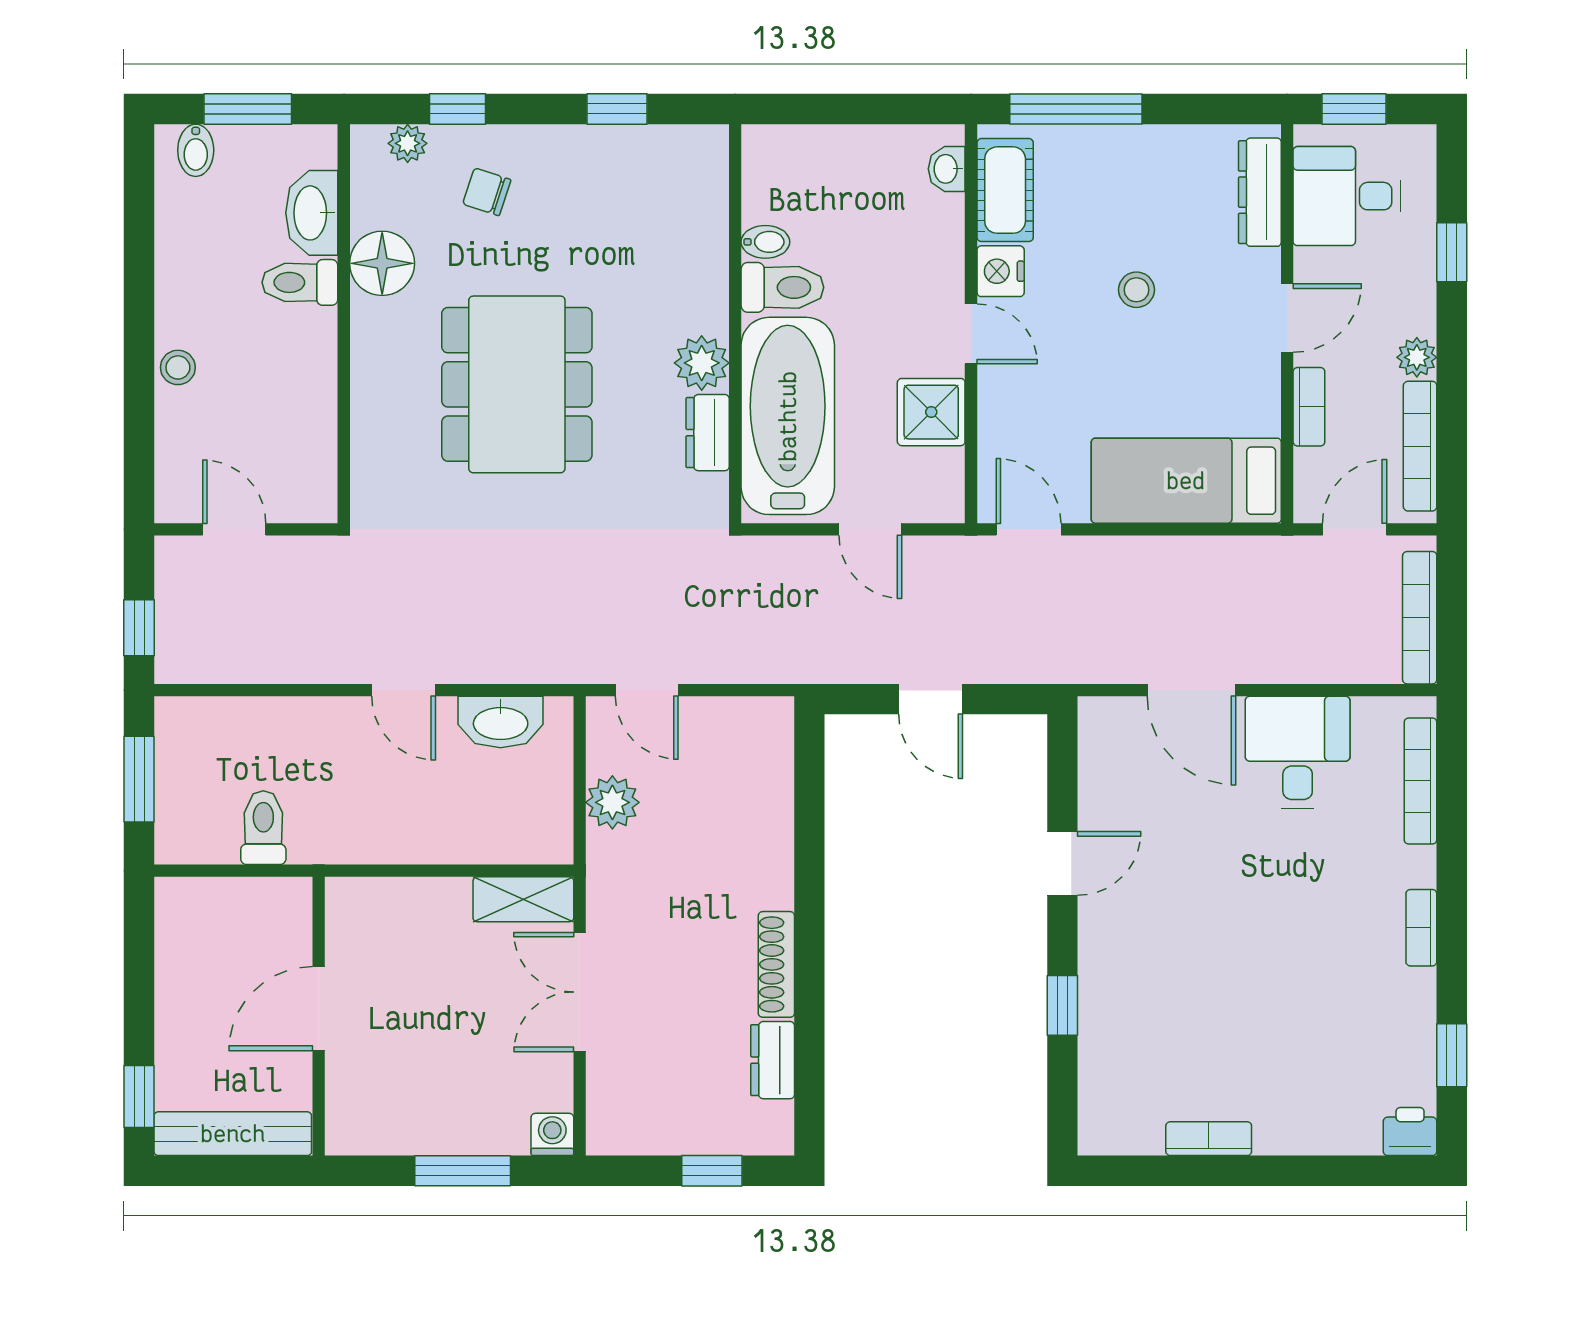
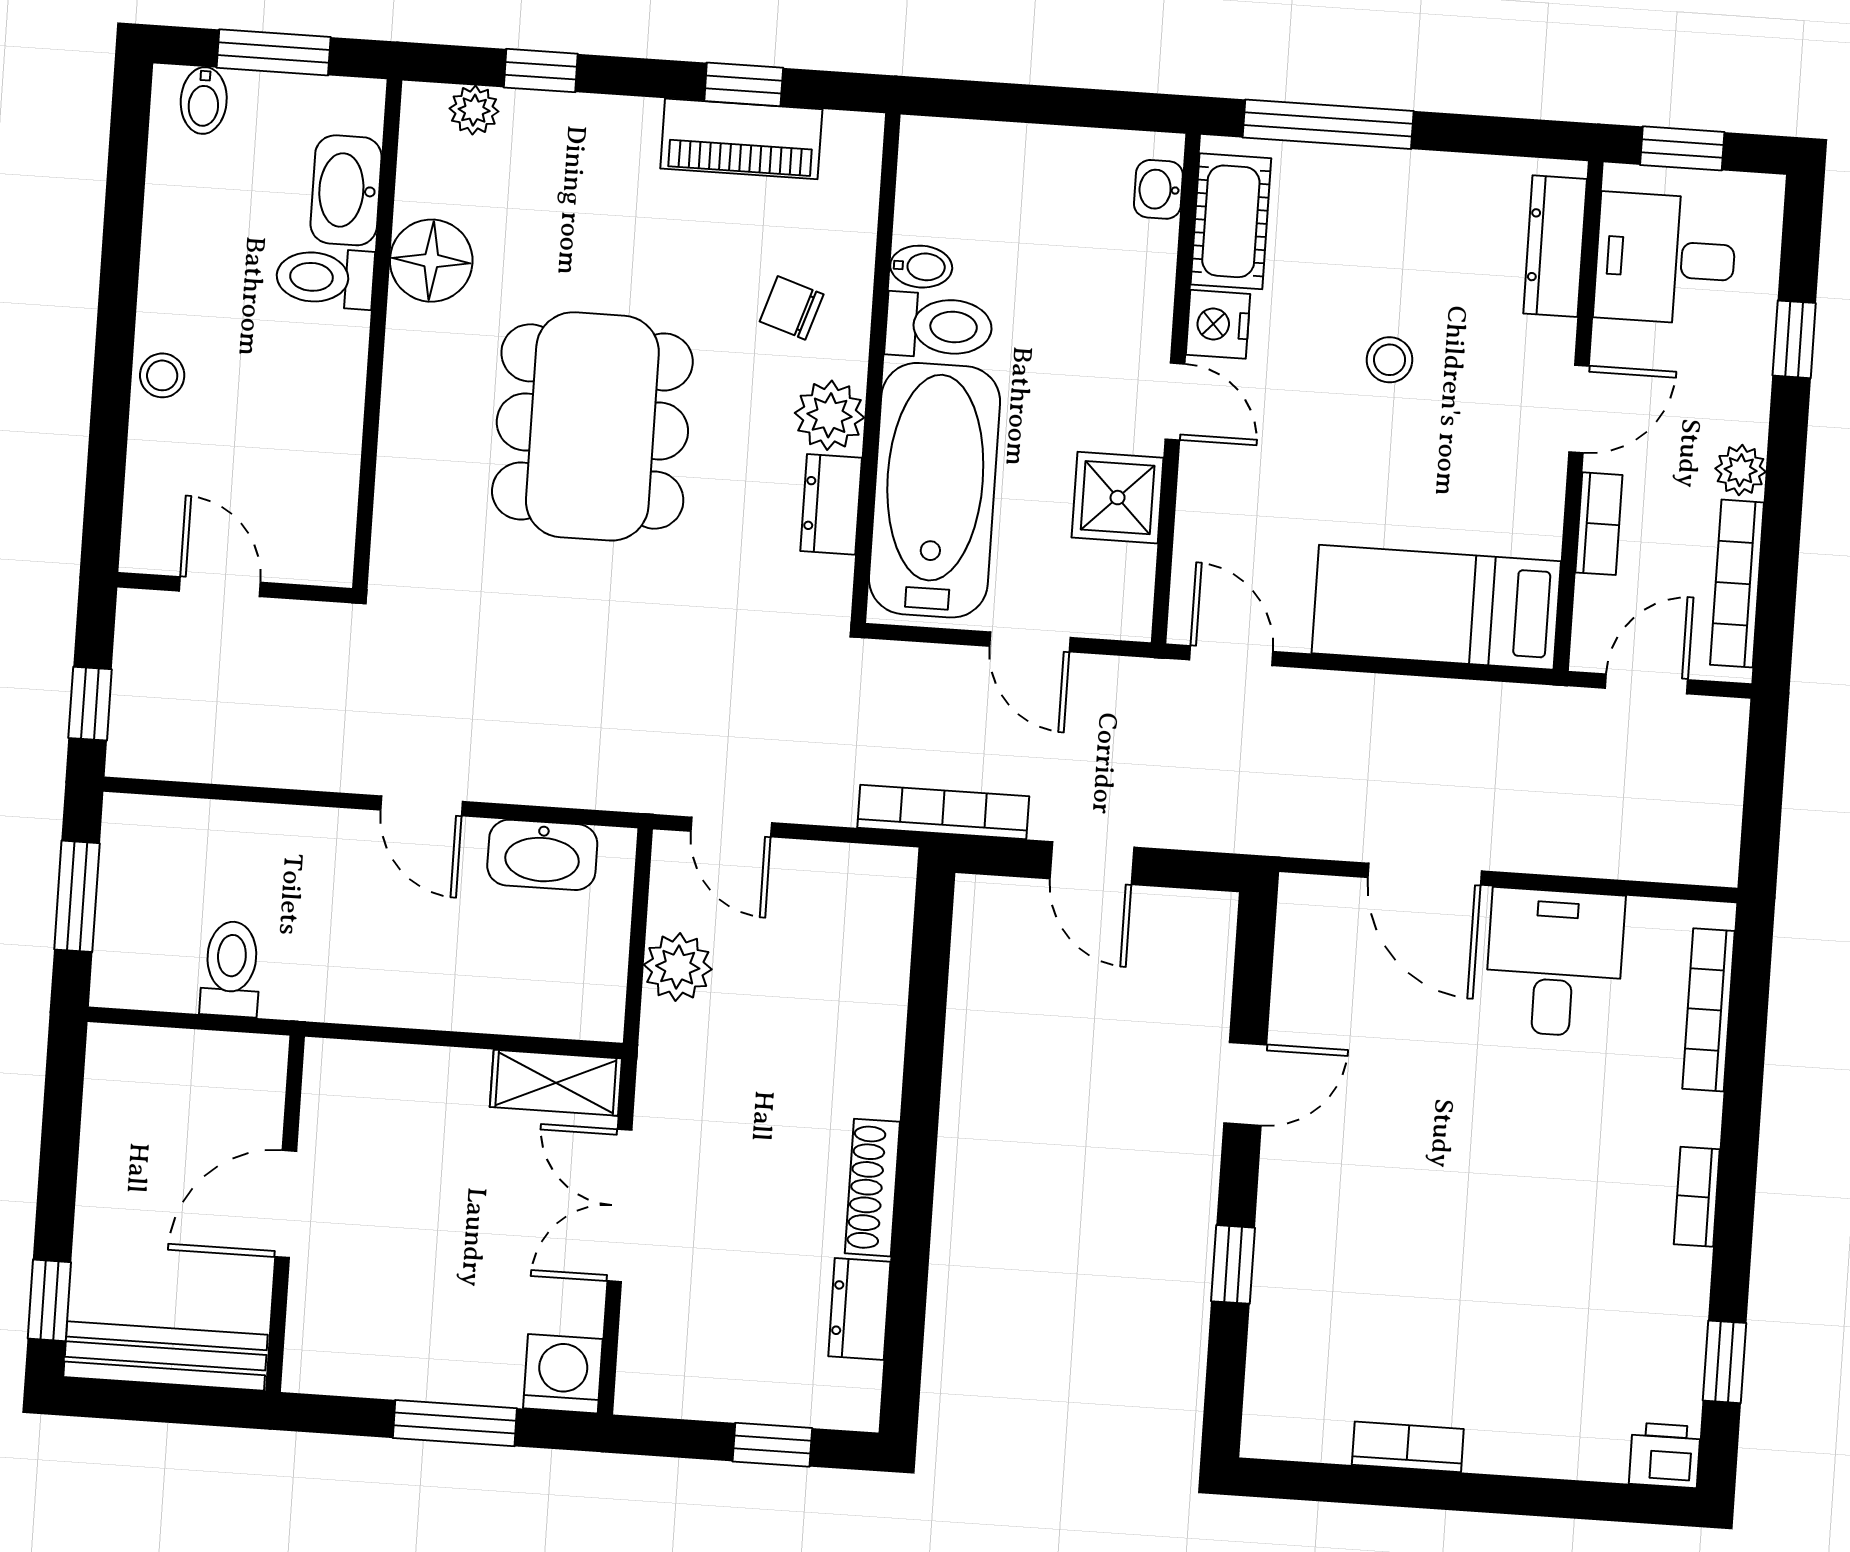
piano: (618, 152) -> (741, 139), added
chair: (487, 192) -> (792, 308), moved
bookcase: (1420, 618) -> (943, 812), moved, turned 90
washing machine: (552, 1134) -> (563, 1374), width x1.38, depth x1.38

